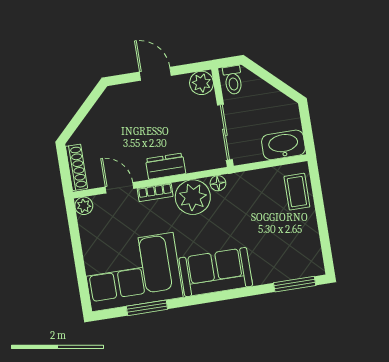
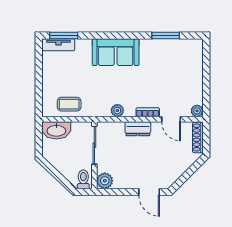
door: (155, 74) -> (149, 192), moved
floor lamp: (218, 183) -> (104, 112), removed
coffee table: (297, 192) -> (69, 104), moved, turned 90
plant: (193, 197) -> (117, 111), width x0.53, depth x0.53
tv unit: (300, 269) -> (58, 45), added
corner sofa: (132, 272) -> (172, 61), removed

